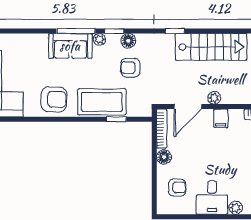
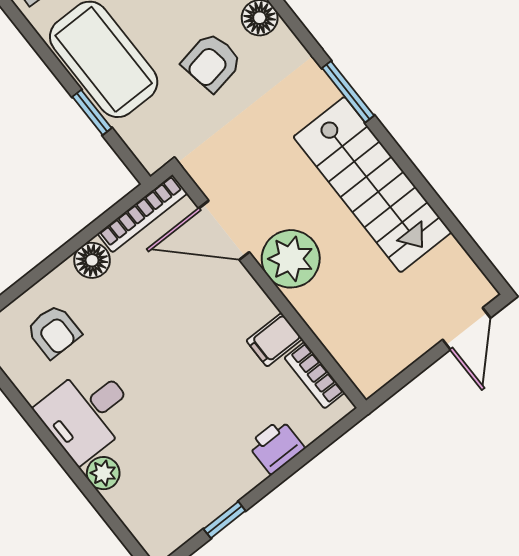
window: (175, 31) -> (348, 92), width x1.50
armchair: (130, 68) -> (212, 62), turned -100
plant: (214, 98) -> (291, 259), width x1.88, depth x1.88
filing cabinet: (221, 118) -> (274, 340), moved

